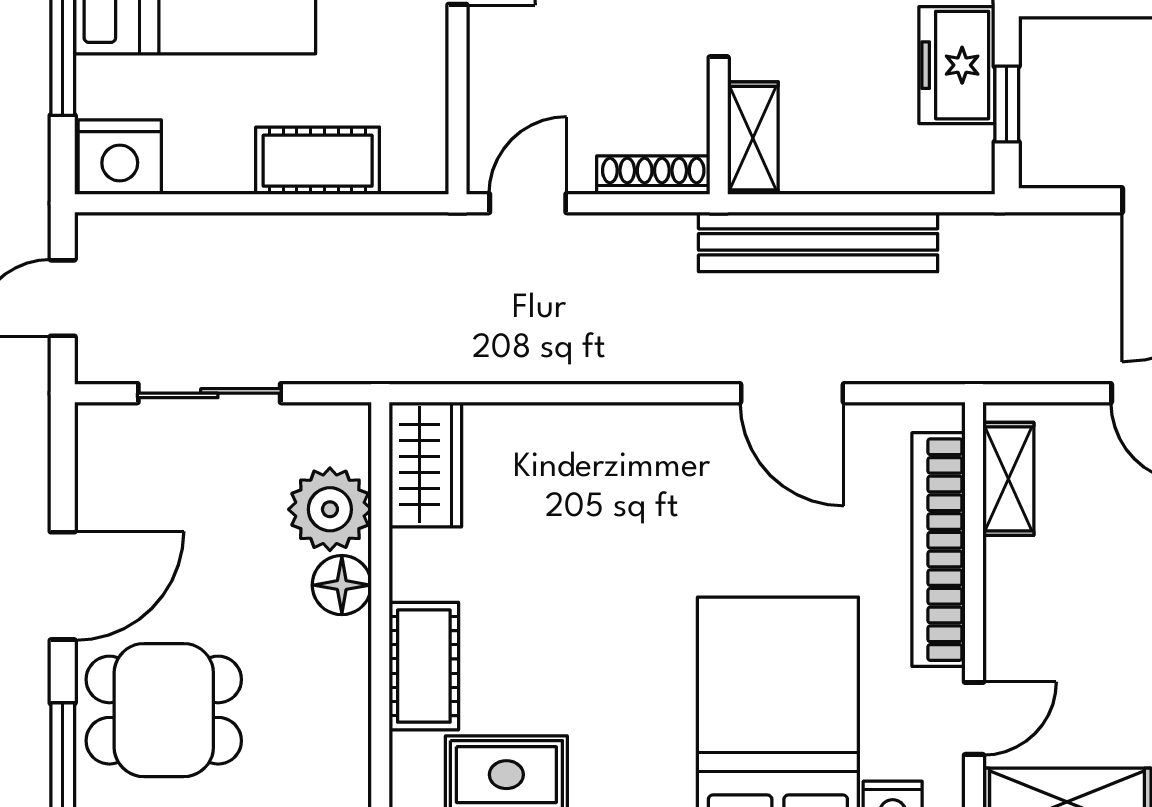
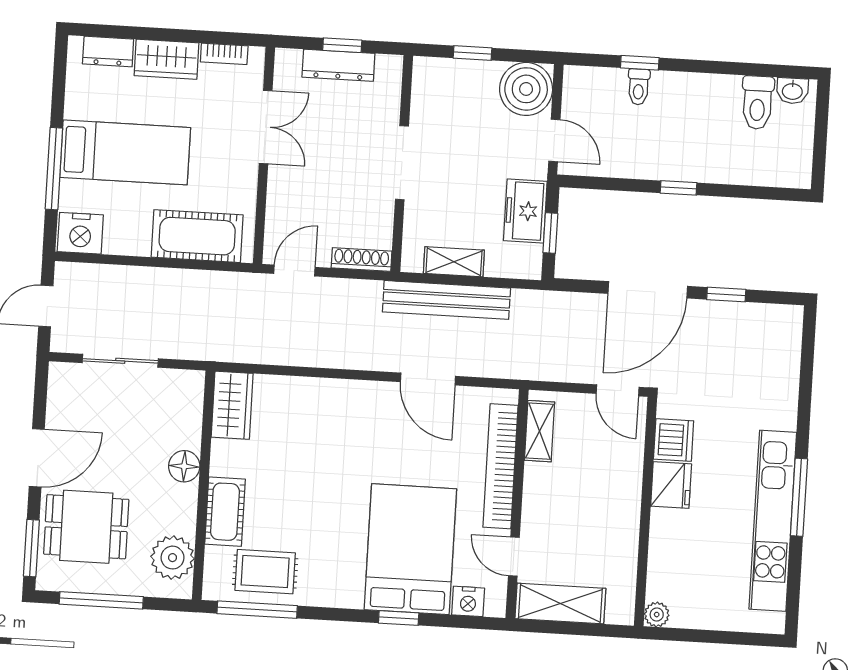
shelving: (753, 138) -> (454, 262), moved, turned 90
cot: (318, 161) -> (197, 236), width x1.37, depth x1.34
plant: (330, 509) -> (172, 558), moved
door: (974, 718) -> (514, 557), swing flipped

